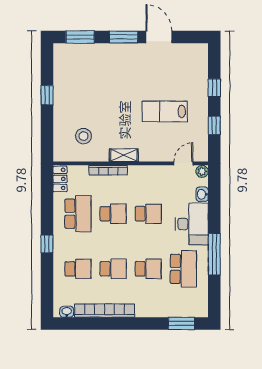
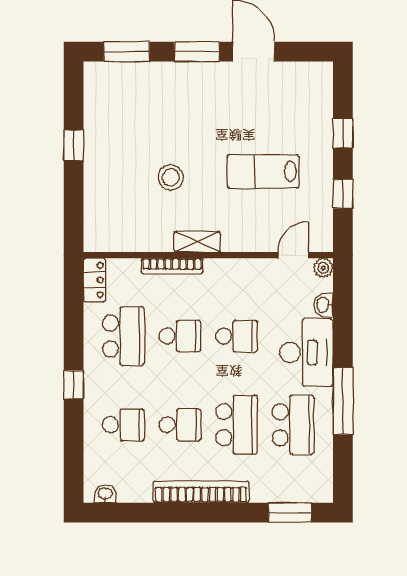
stool: (84, 136) -> (171, 177), moved
school desk: (148, 269) -> (237, 425), width x1.85
bookcase: (105, 311) -> (201, 492), moved

